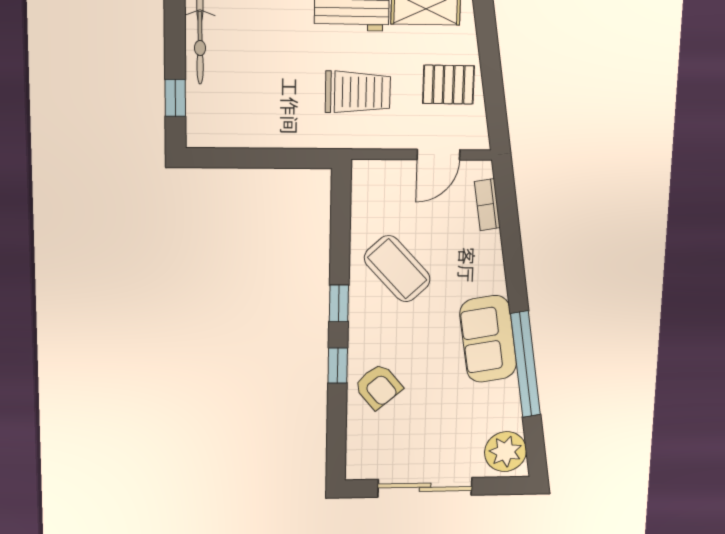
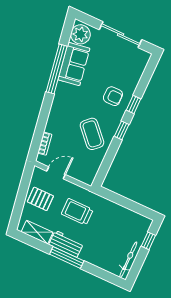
sofa: (488, 339) -> (74, 64), moved
armchair: (378, 386) -> (113, 96), moved, turned 130

